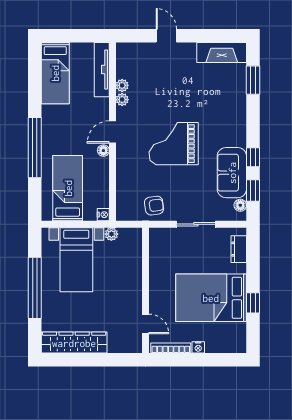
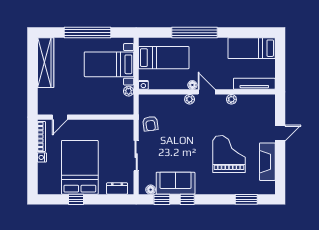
fireplace: (222, 52) -> (267, 162), moved
plant: (122, 85) -> (190, 99), moved
grand piano: (174, 144) -> (229, 154), moved

